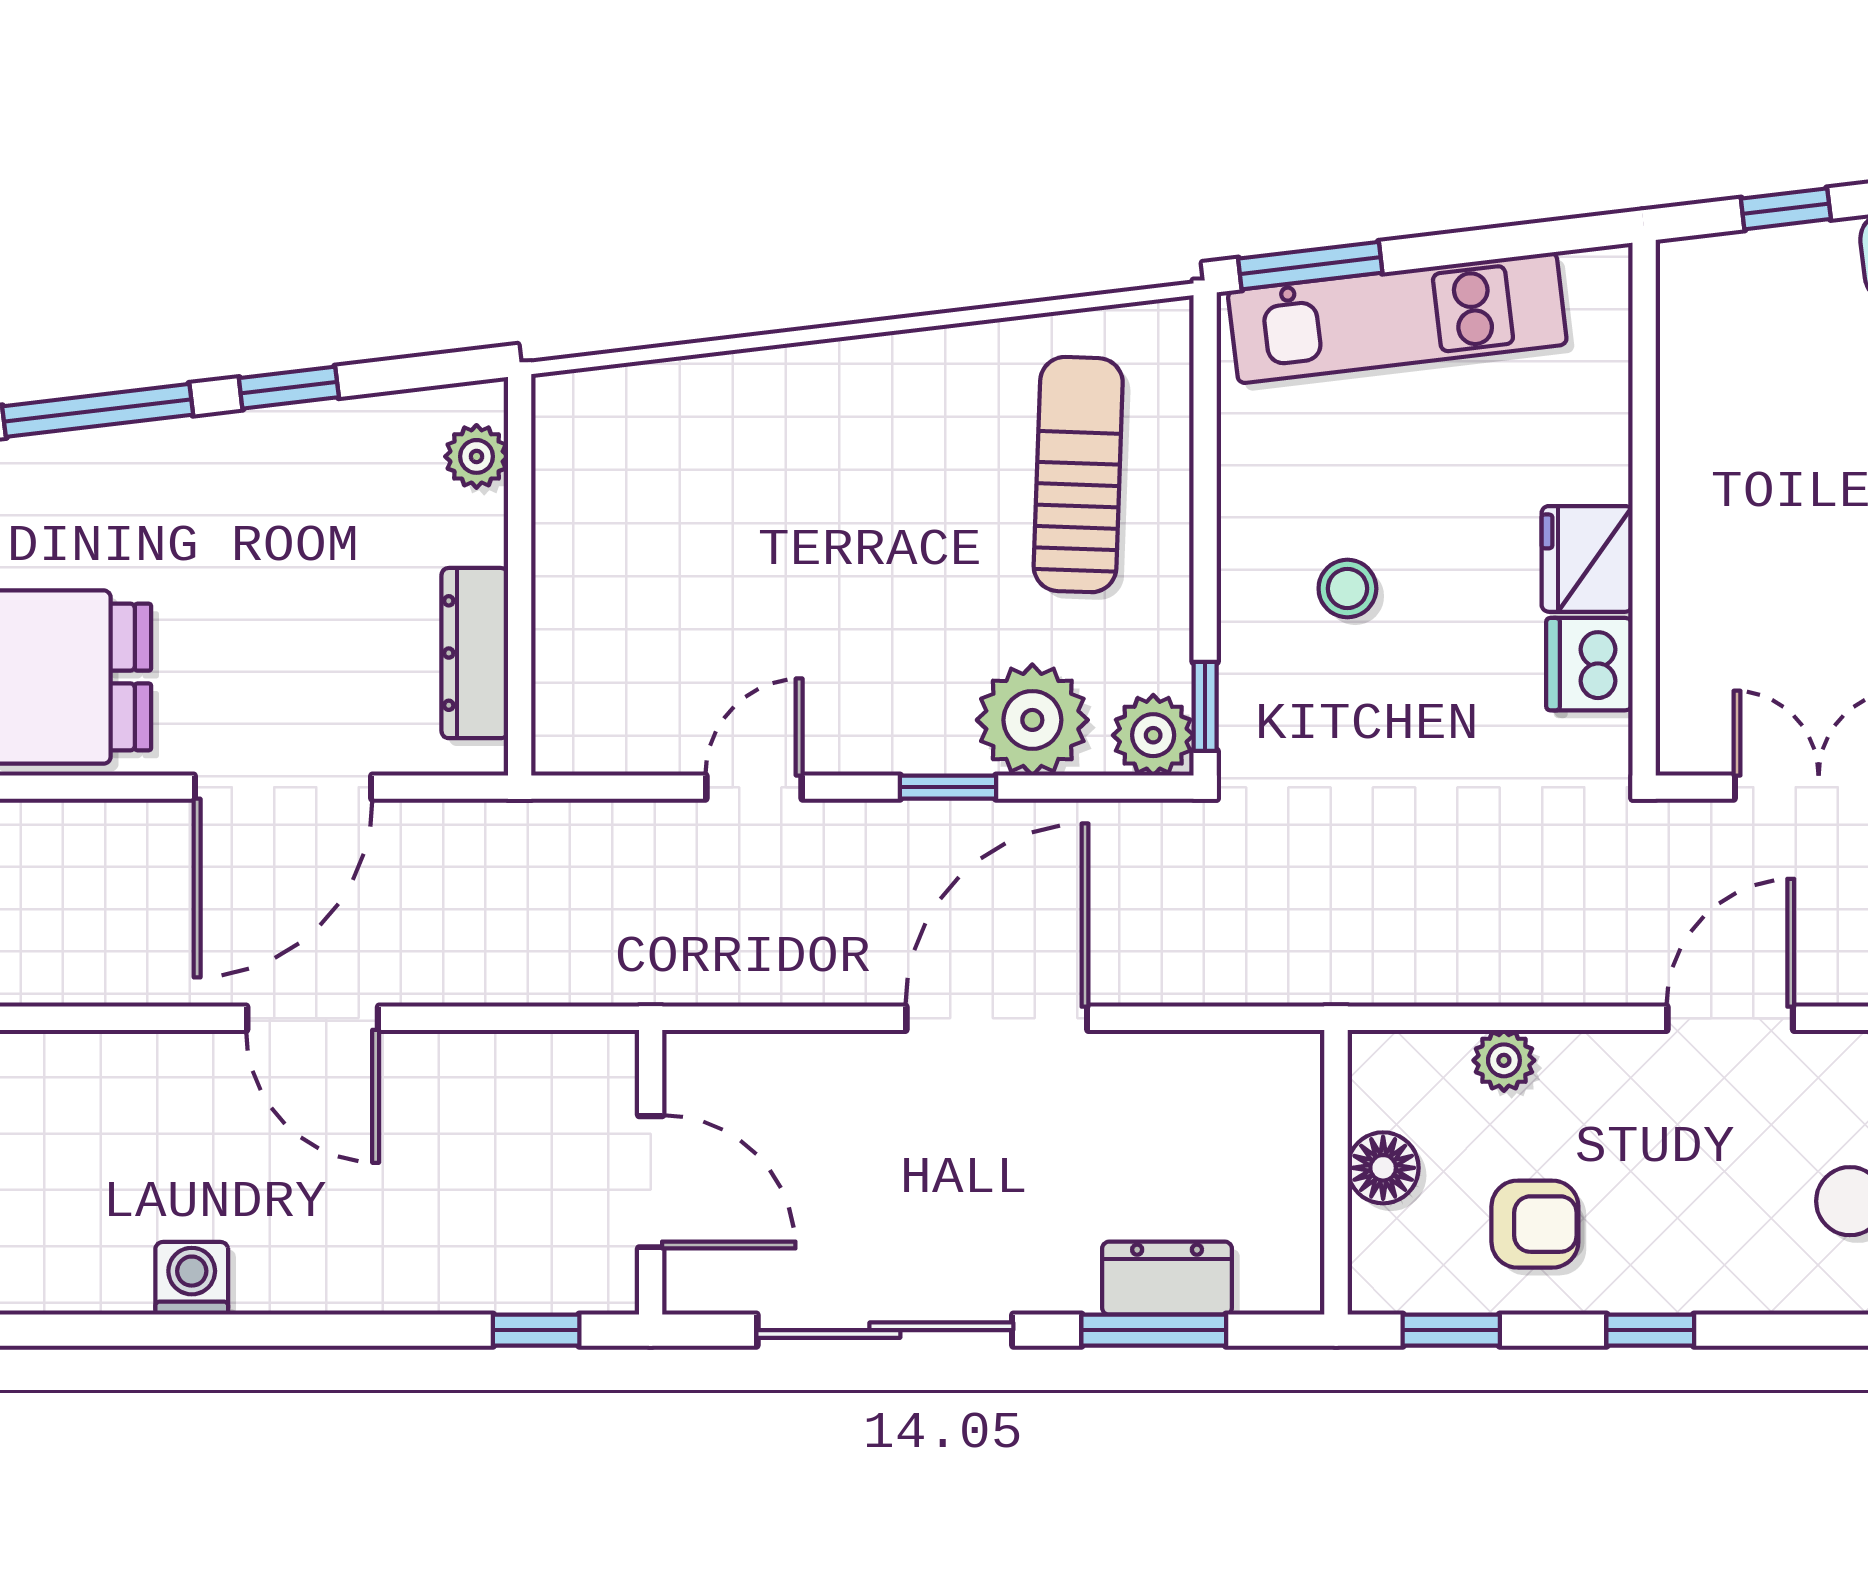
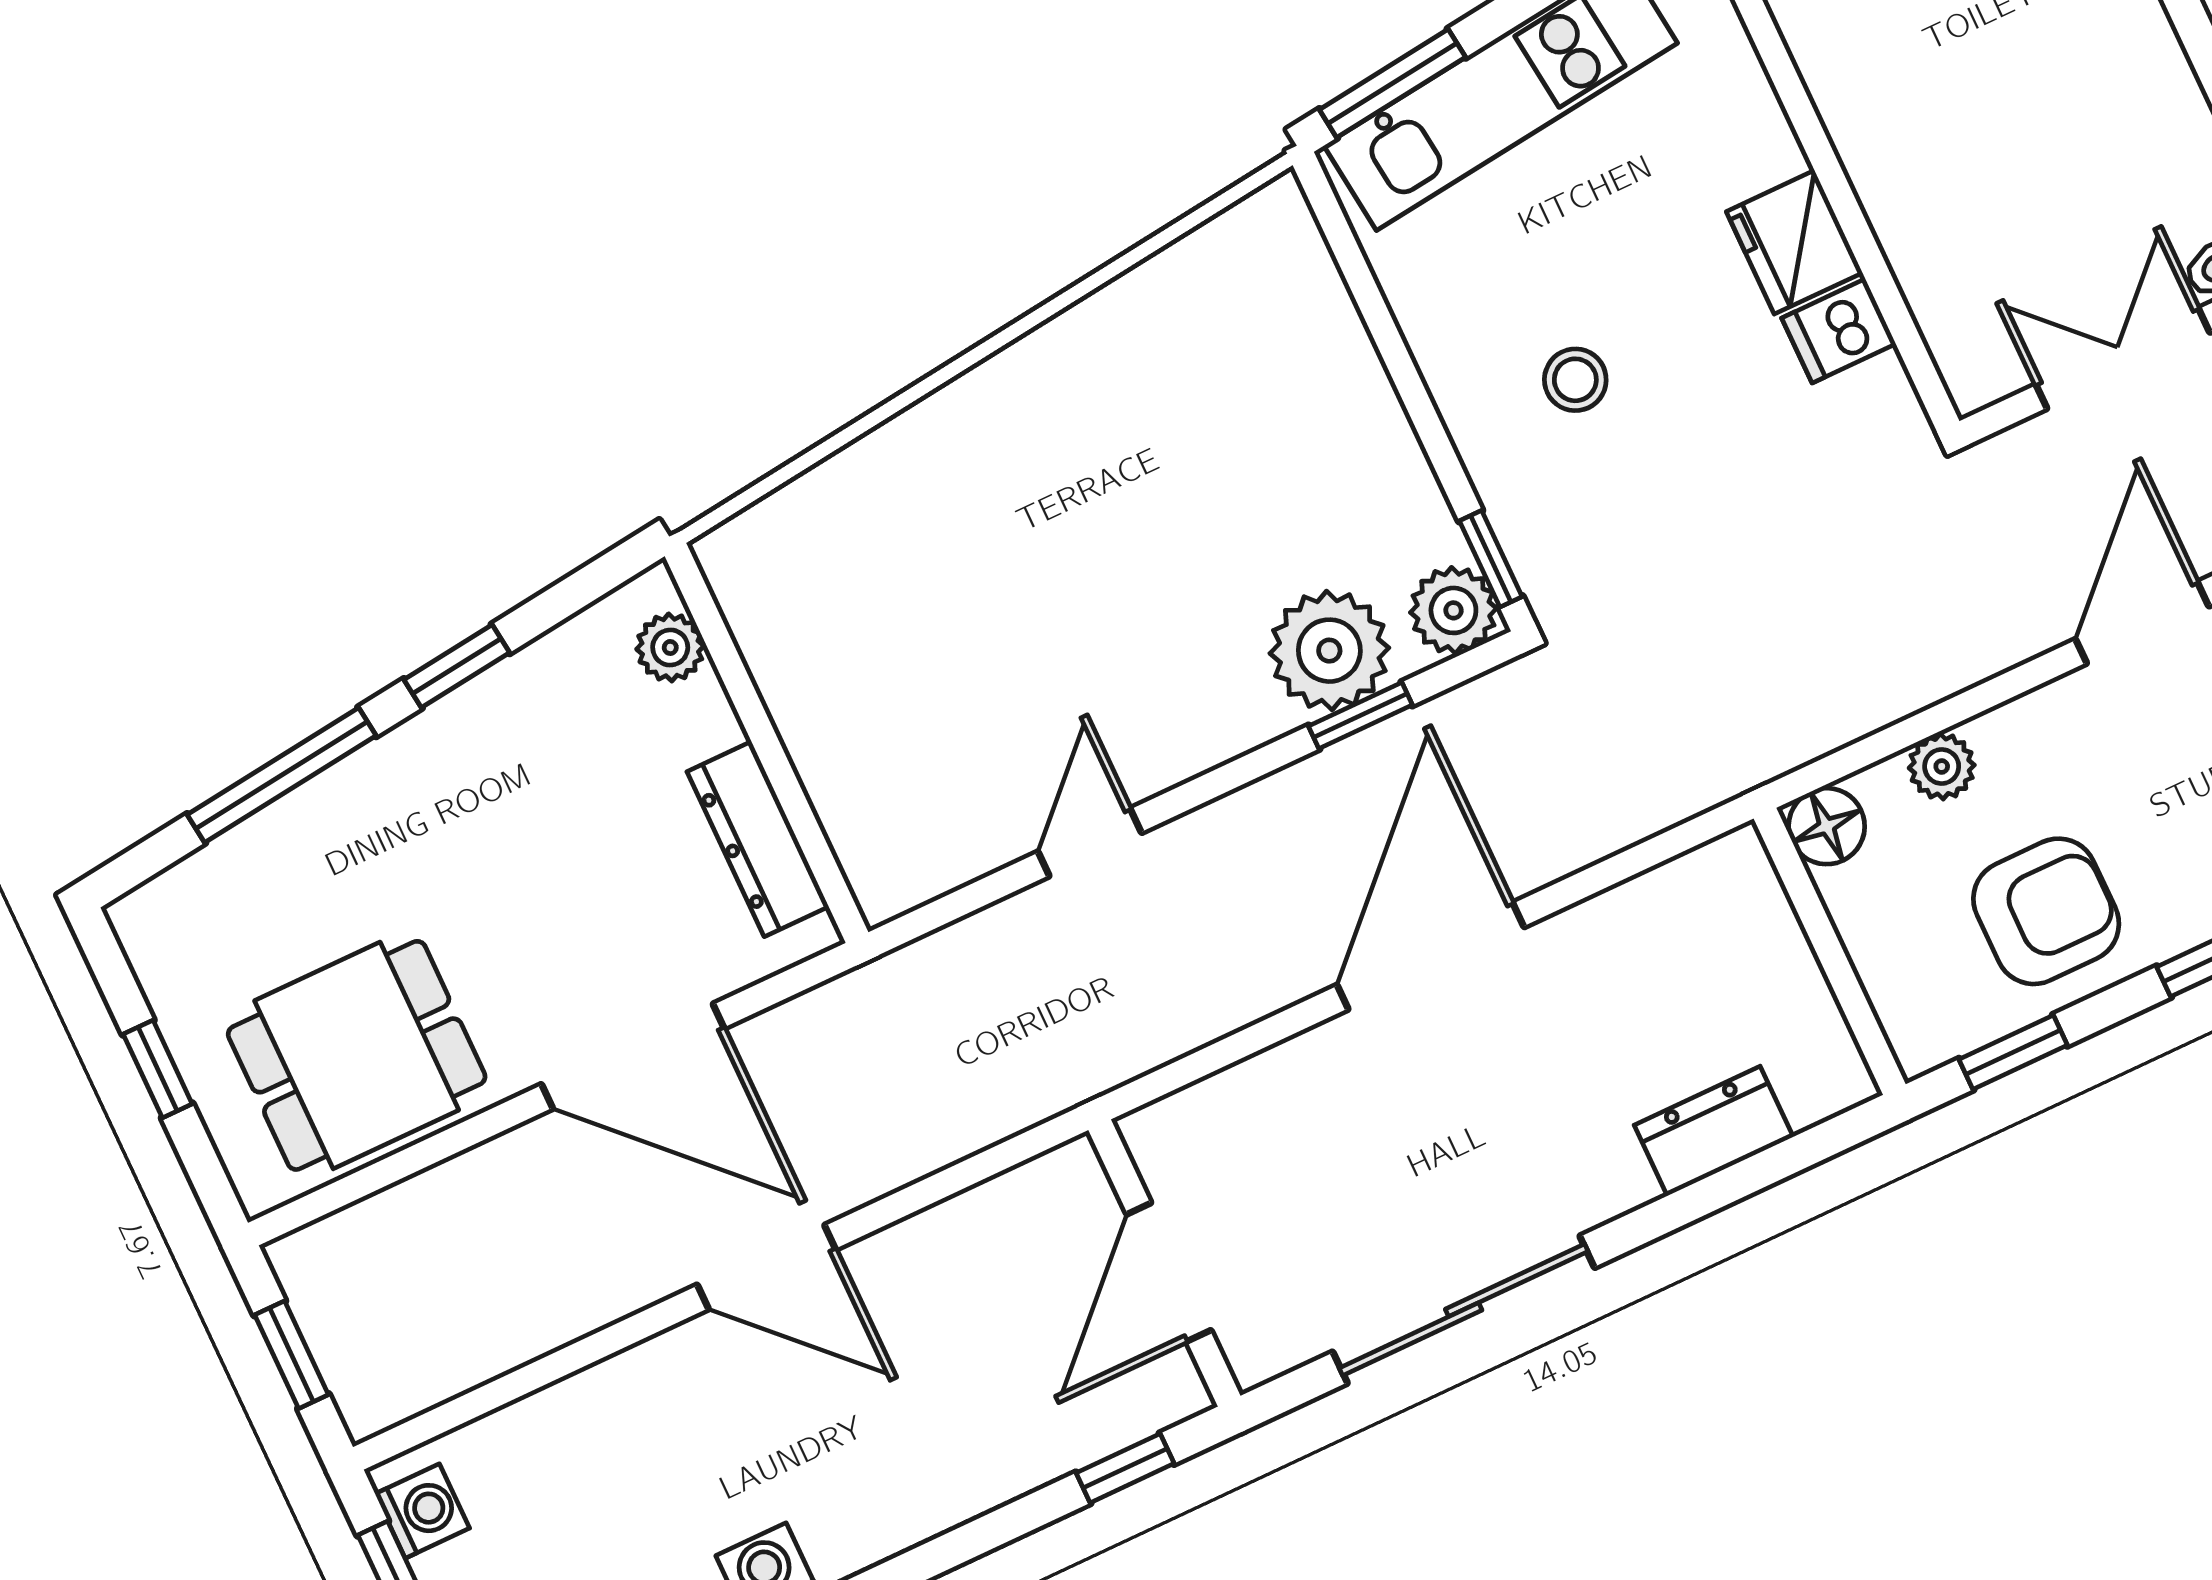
sun lounger: (1078, 475) -> (1262, 392), removed
dishwasher: (1589, 664) -> (1839, 331), width x0.73
door: (283, 787) -> (633, 1056), hinge flipped
window: (948, 787) -> (1360, 715), moved
floor lamp: (1383, 1168) -> (1827, 826), moved
door: (651, 1182) -> (1169, 1272), swing flipped
armchair: (1535, 1224) -> (2046, 911), width x1.38, depth x1.38
window: (1154, 1330) -> (1724, 1187), removed

